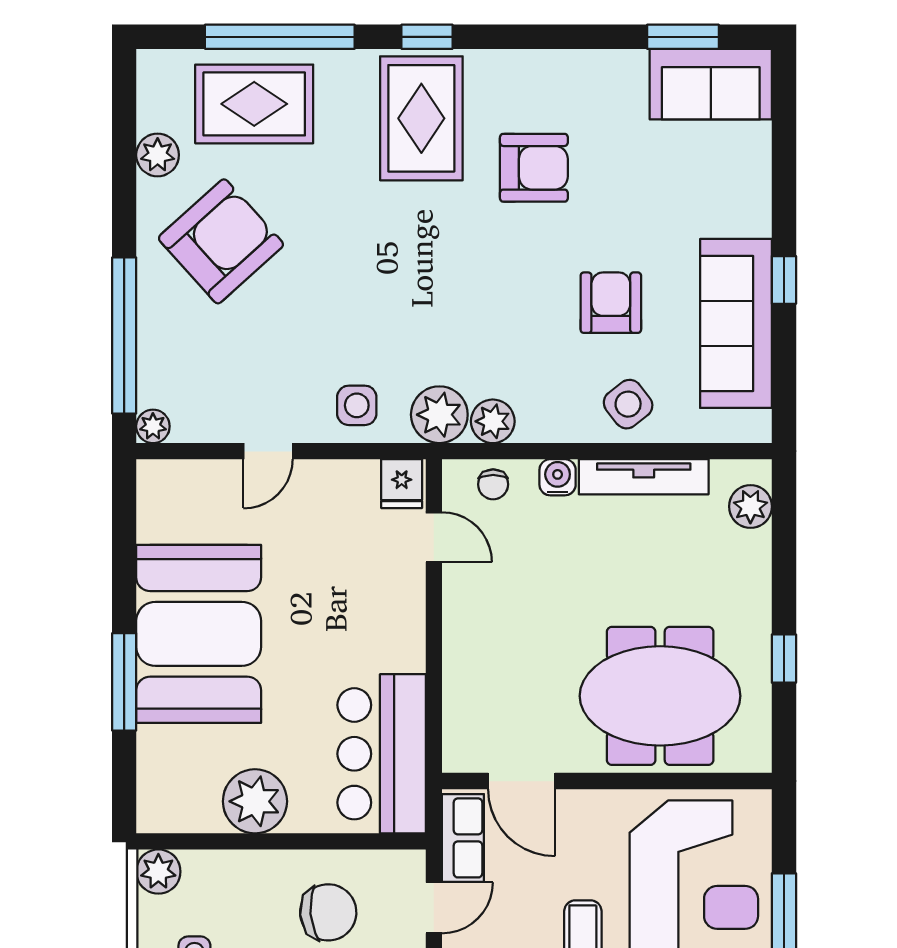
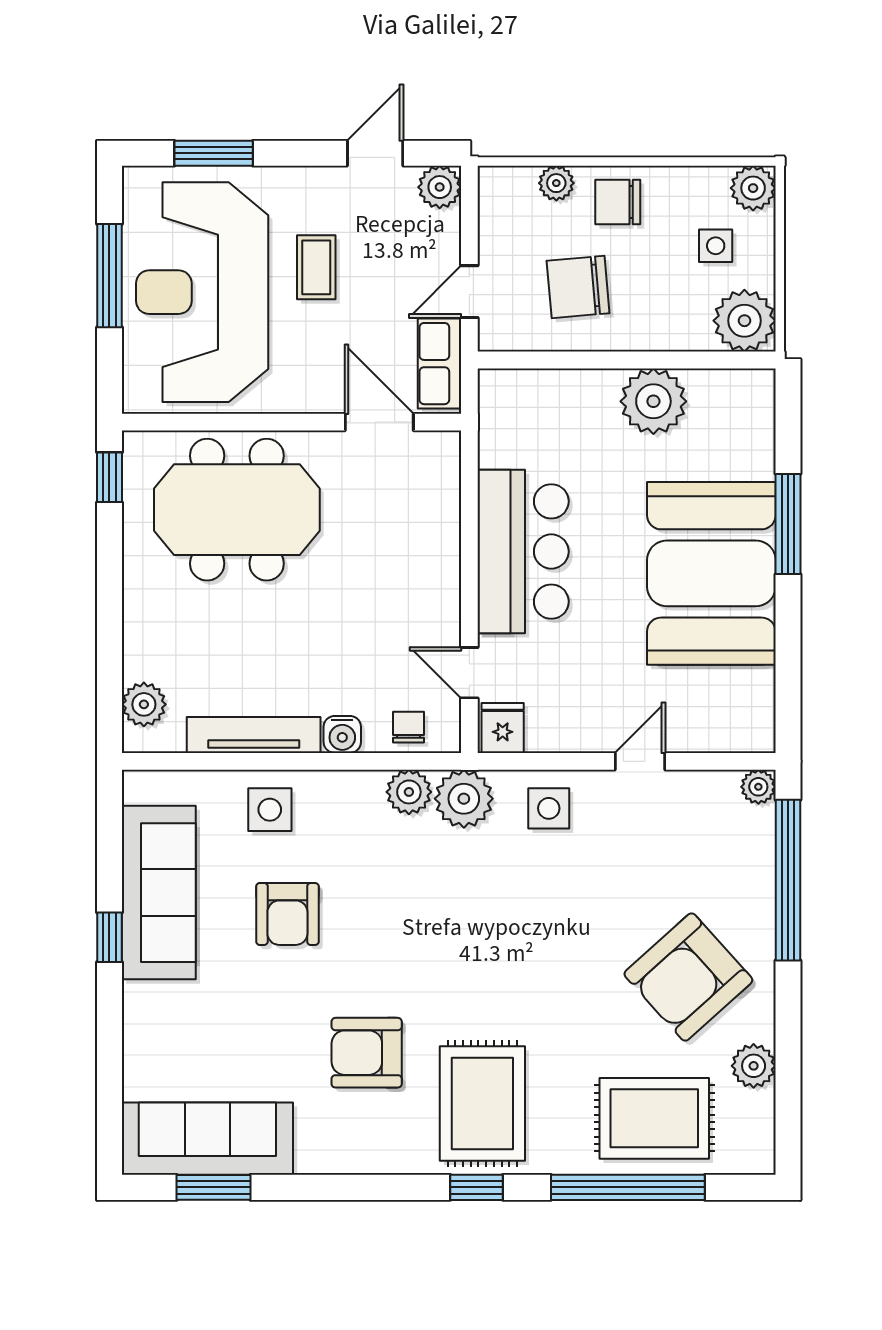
sofa: (711, 84) -> (207, 1139), width x1.36
side table: (628, 404) -> (270, 810), turned 38
window: (784, 659) -> (109, 477), moved
bar counter: (382, 754) -> (523, 552), moved
plant: (158, 872) -> (744, 321), width x1.36, depth x1.36

